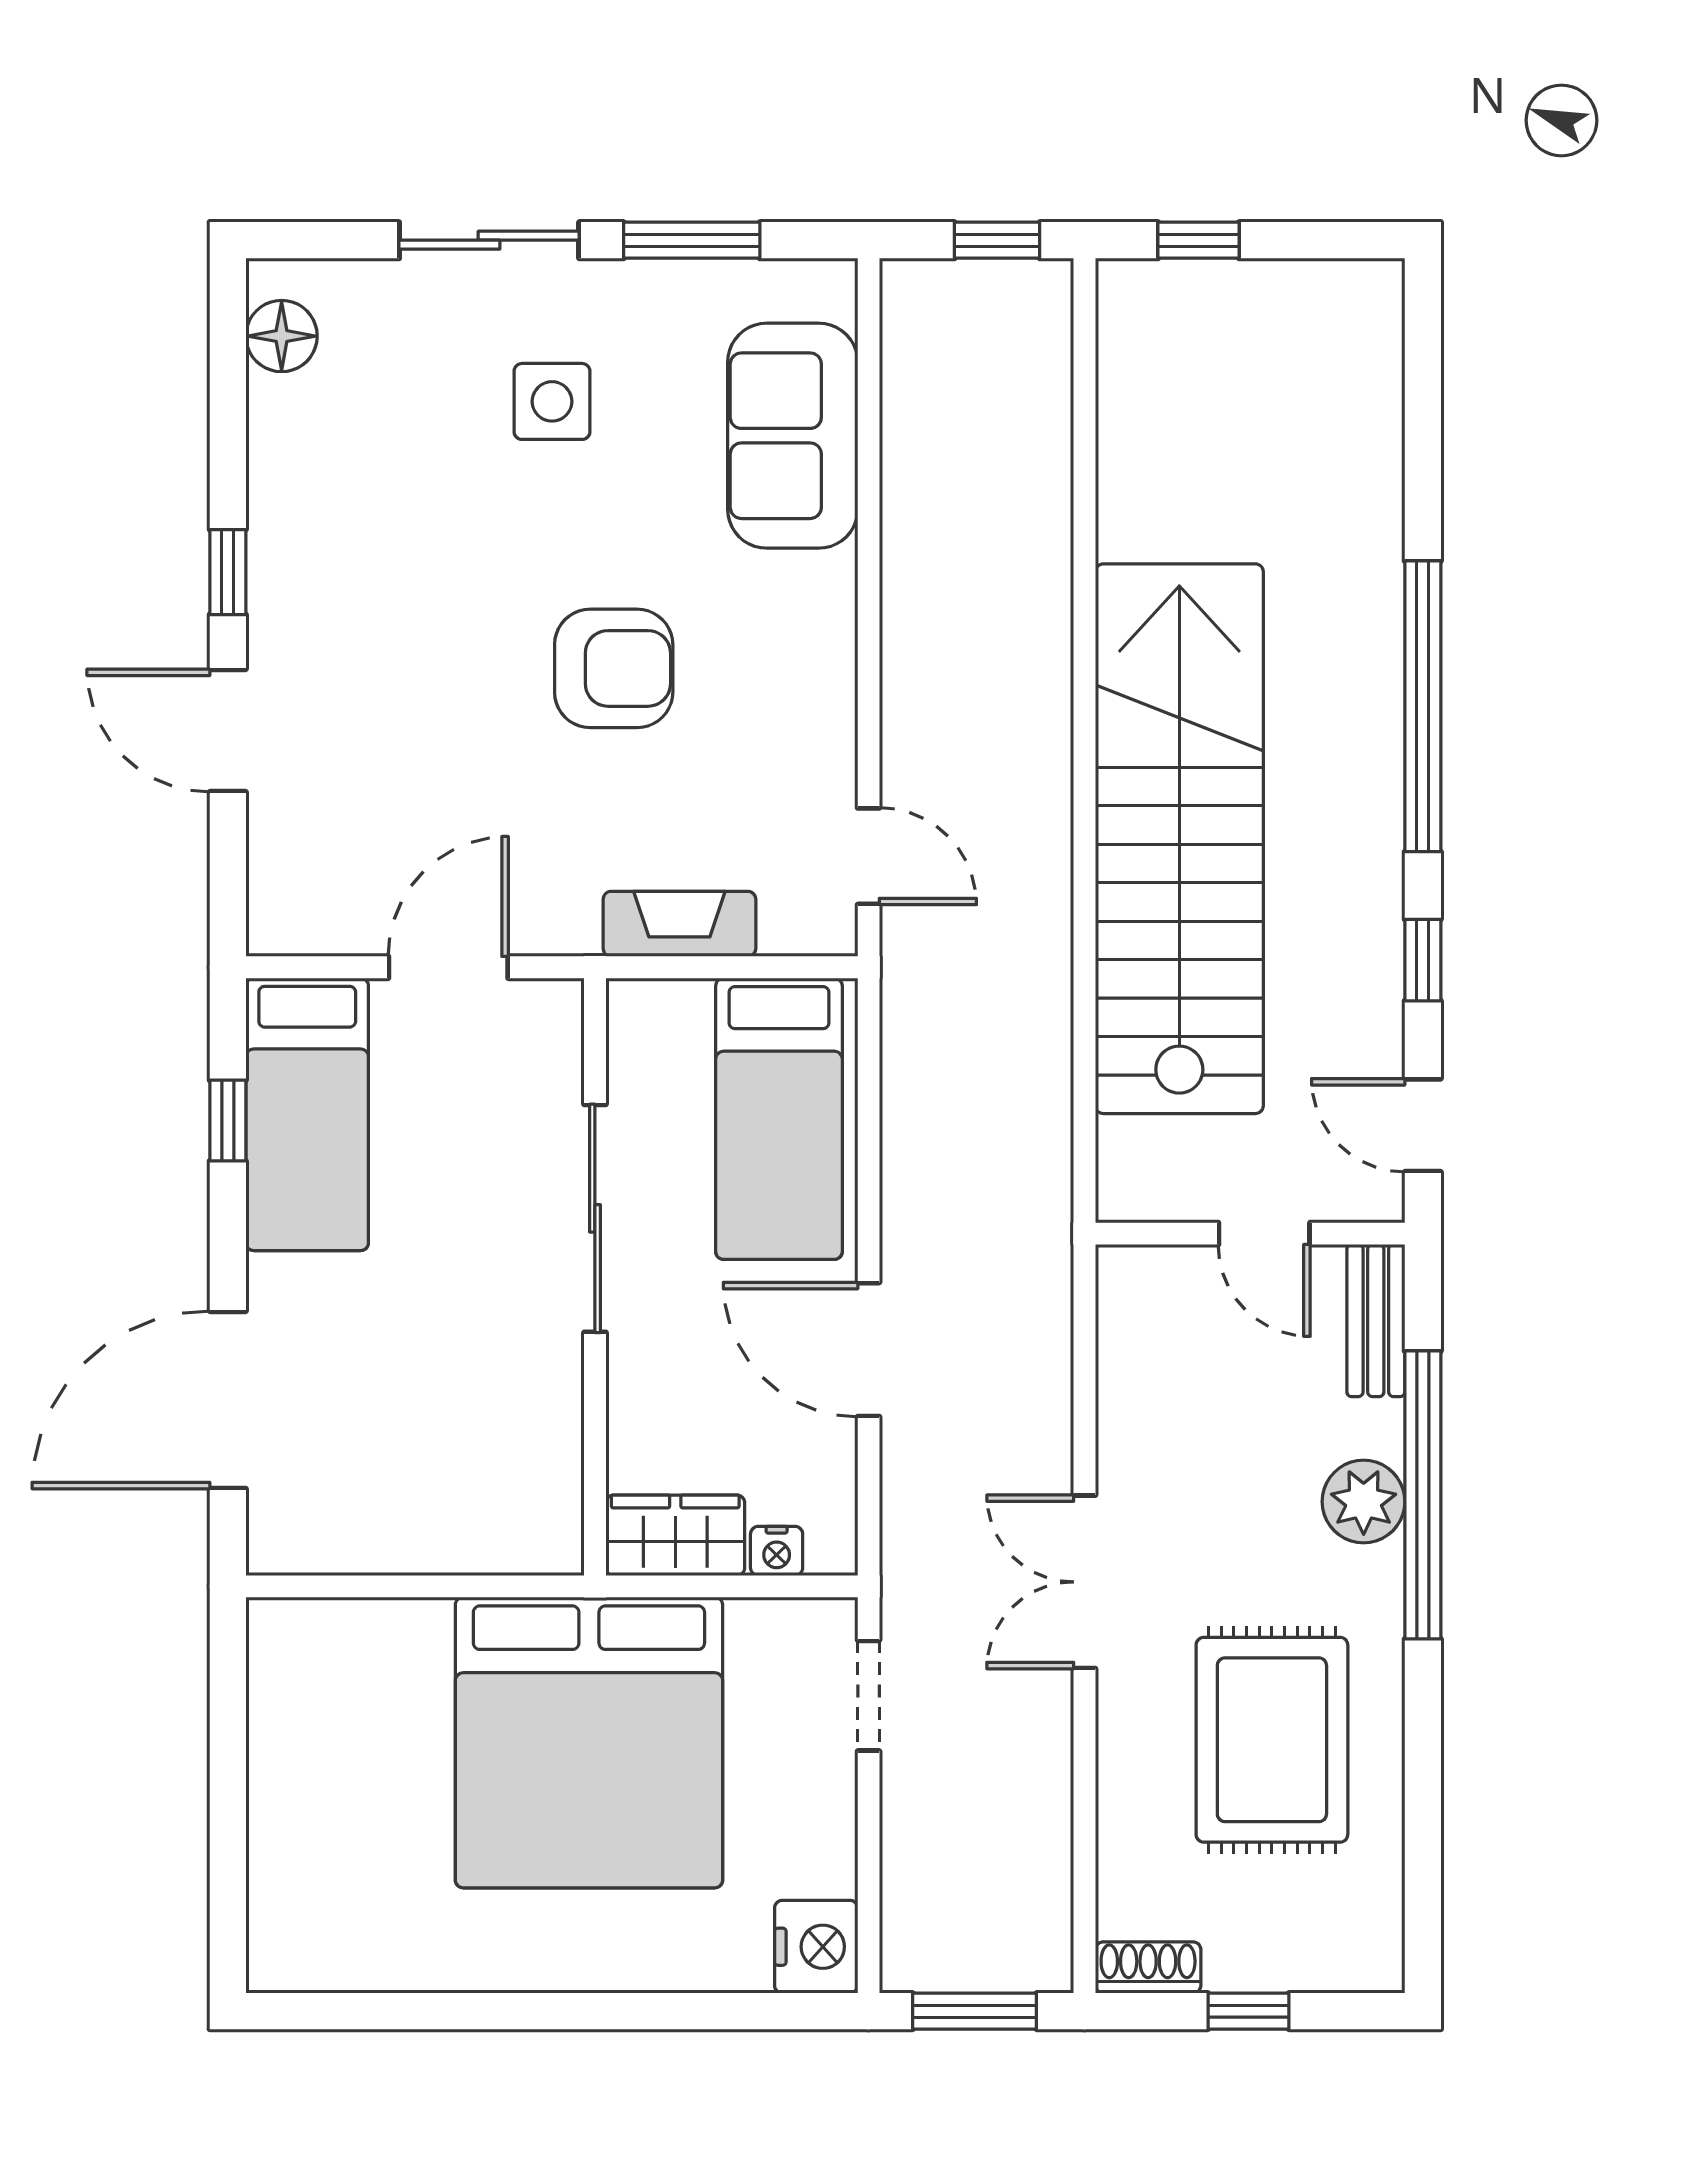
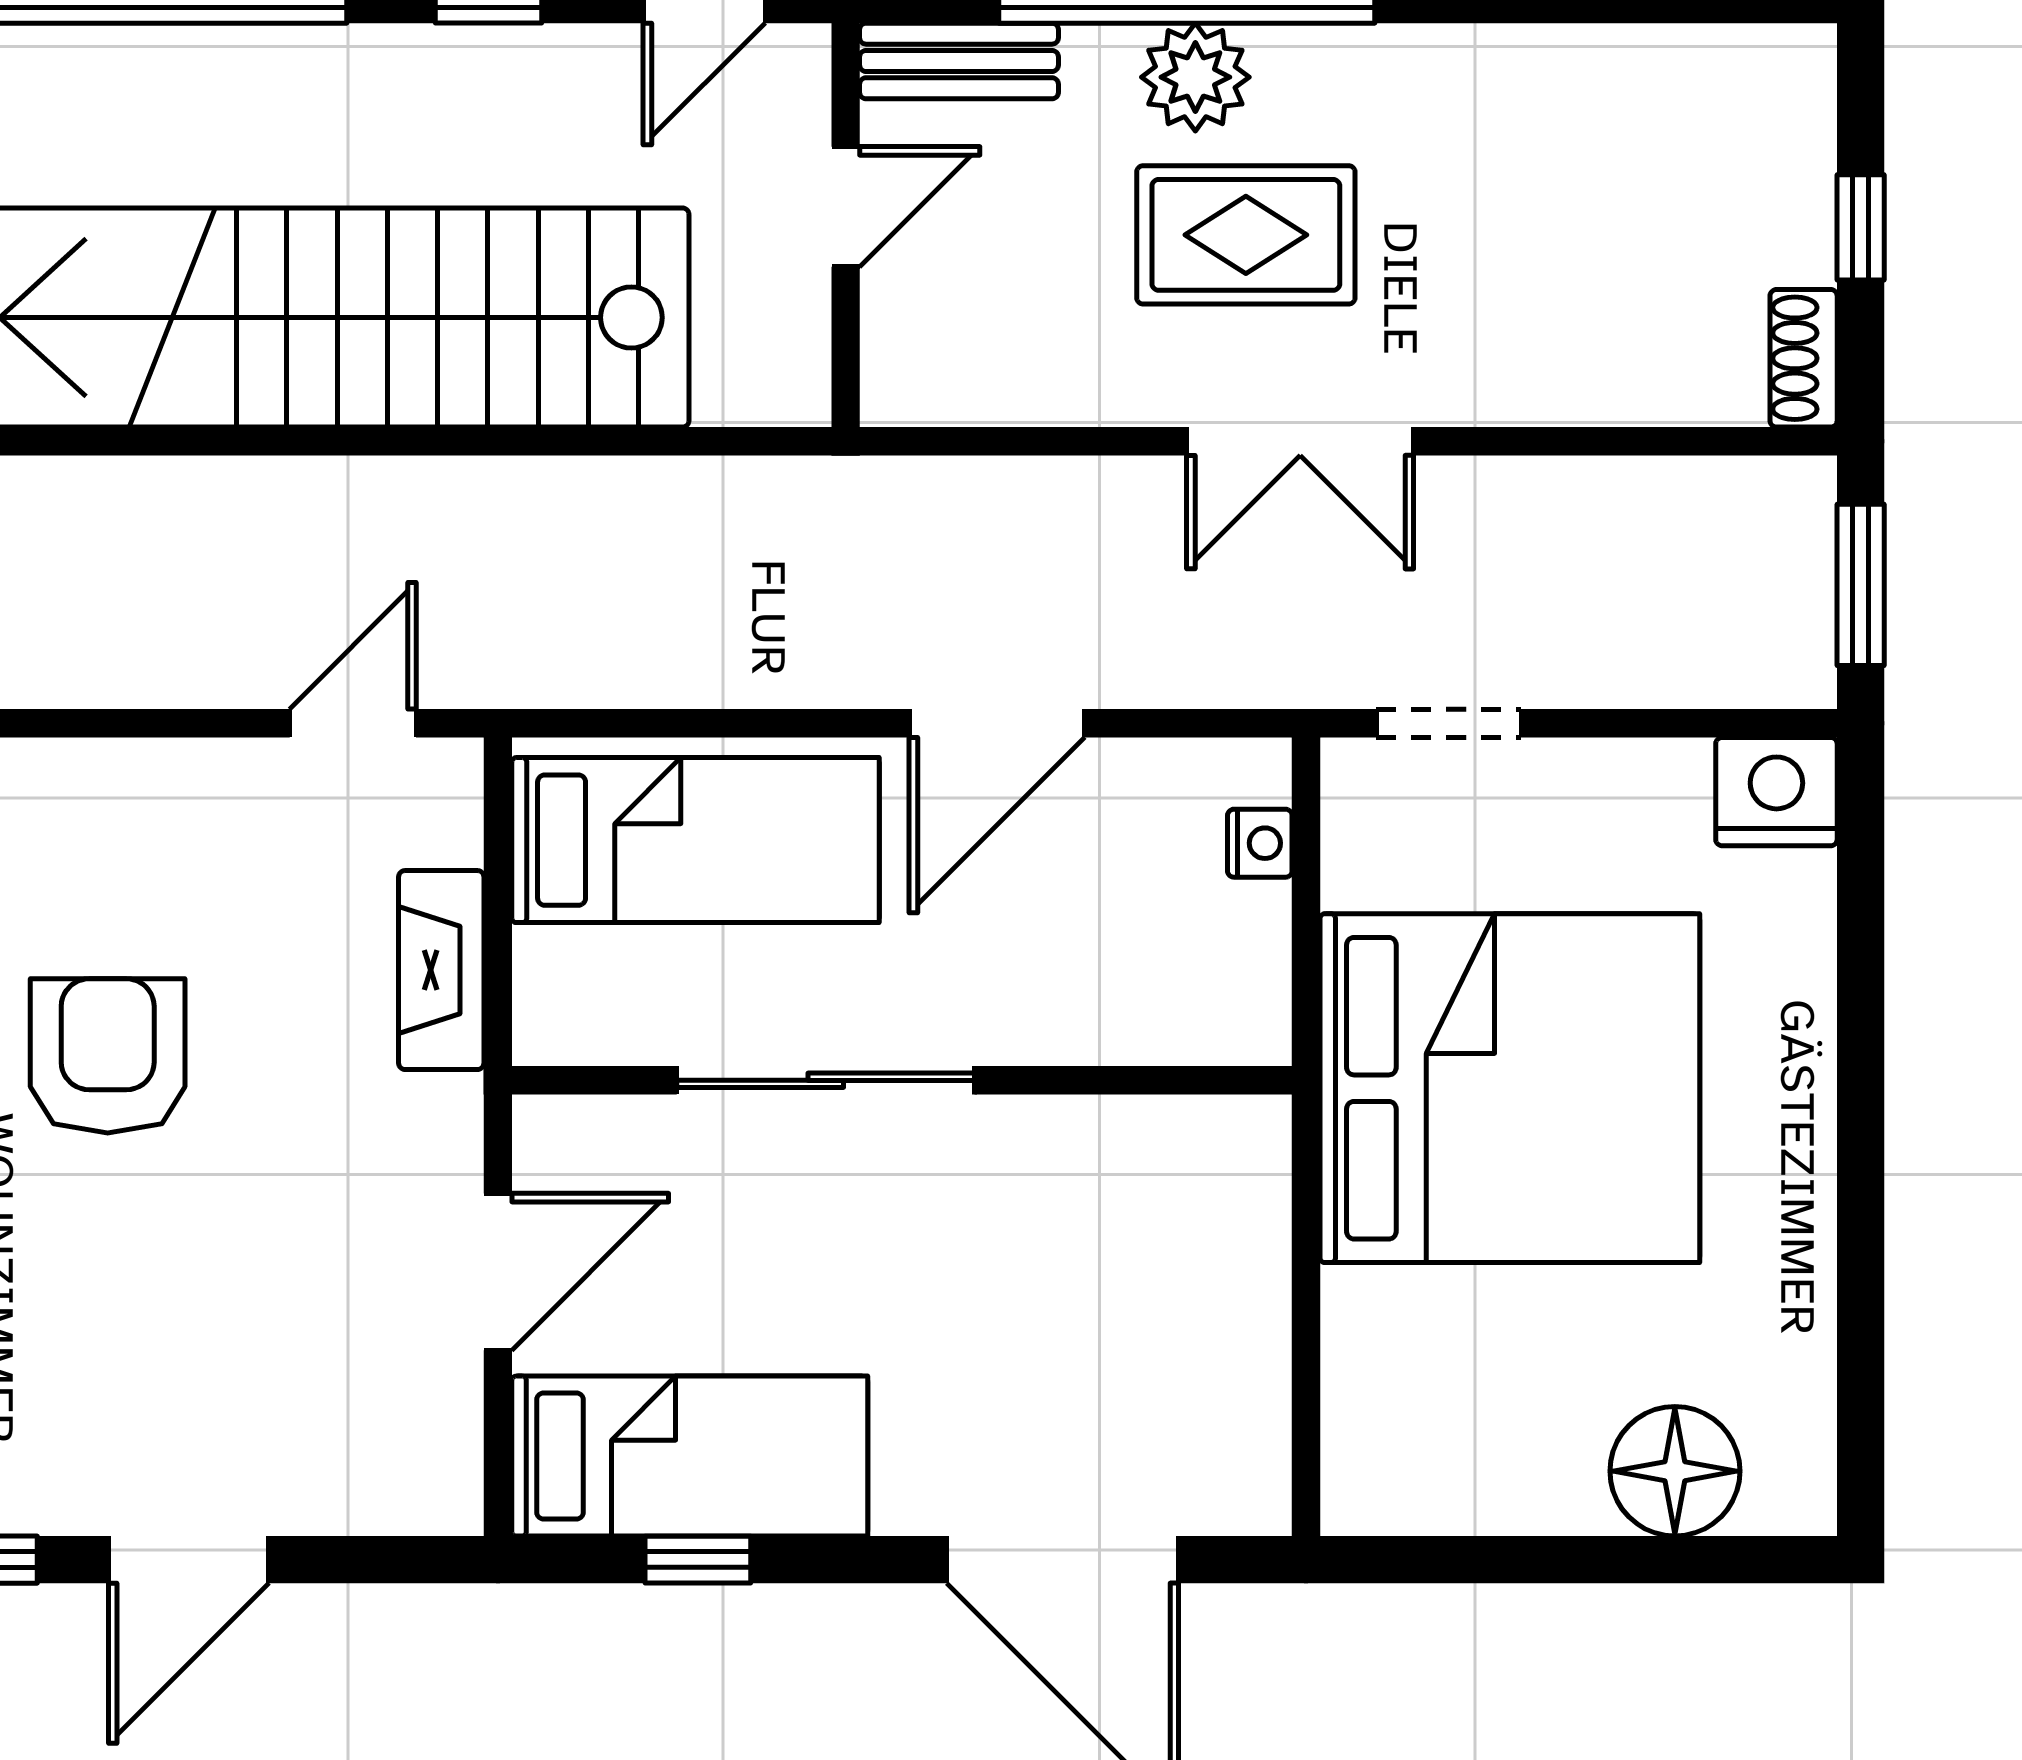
door: (448, 967) -> (498, 1272), swing flipped
wardrobe: (675, 1535) -> (1239, 976), removed
rug: (1272, 1740) -> (1246, 235), moved, width x0.73, depth x0.70
floor lamp: (296, 1869) -> (1675, 1471), added

